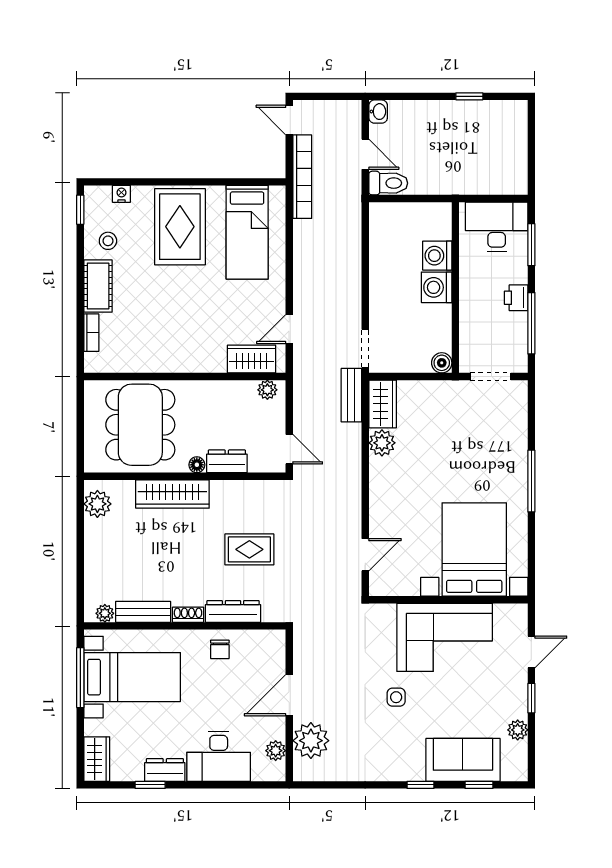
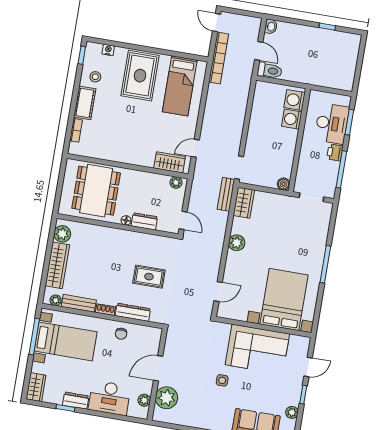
desk: (497, 227) -> (332, 124), moved, turned 90
washing machine: (437, 287) -> (295, 100), moved
plant: (382, 443) -> (237, 243), moved
wardrobe: (172, 494) -> (57, 265), moved, turned -90

